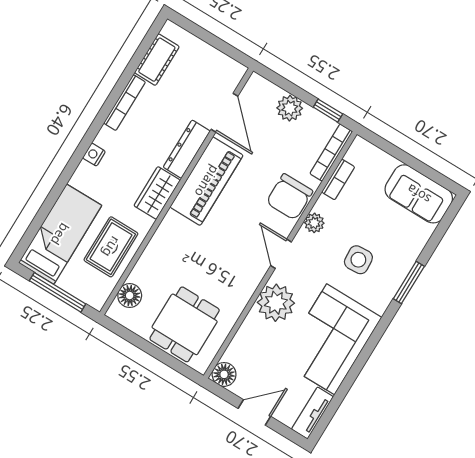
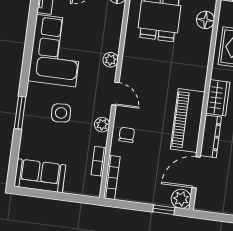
plant: (290, 108) -> (181, 199), moved
window: (328, 111) -> (164, 210), moved
door: (224, 113) -> (196, 172), hinge flipped
chair: (289, 197) -> (127, 135), width x0.54, depth x0.54
plant: (276, 303) -> (111, 60), width x0.53, depth x0.53

